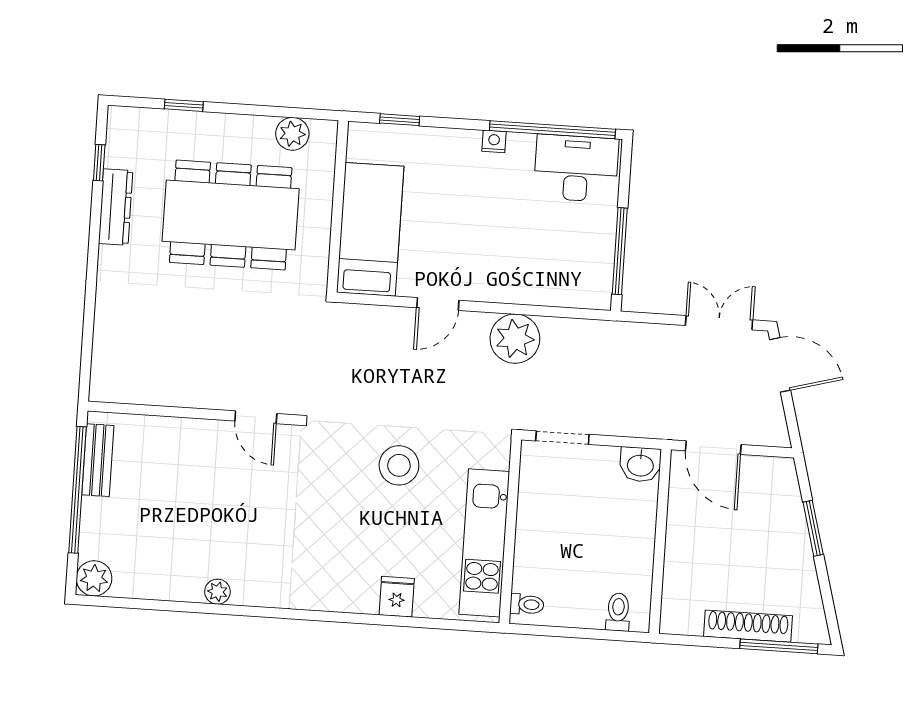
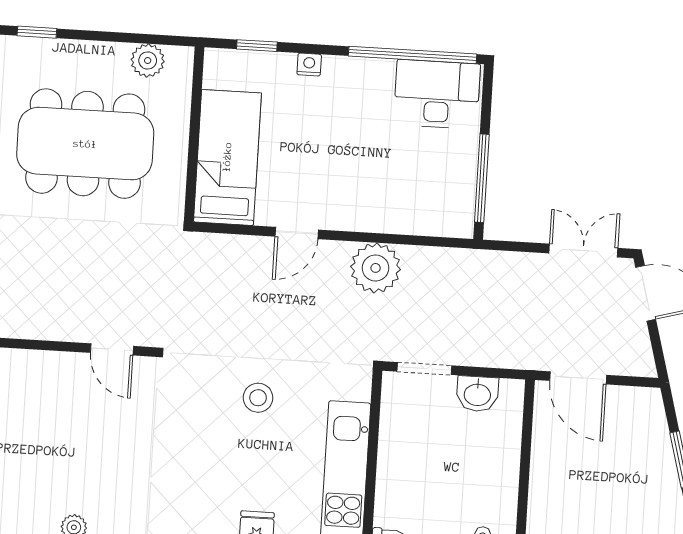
nightstand: (494, 141) -> (309, 65), moved
stool: (399, 465) -> (258, 398), width x0.73, depth x0.73
washbasin: (640, 465) -> (477, 394), moved

